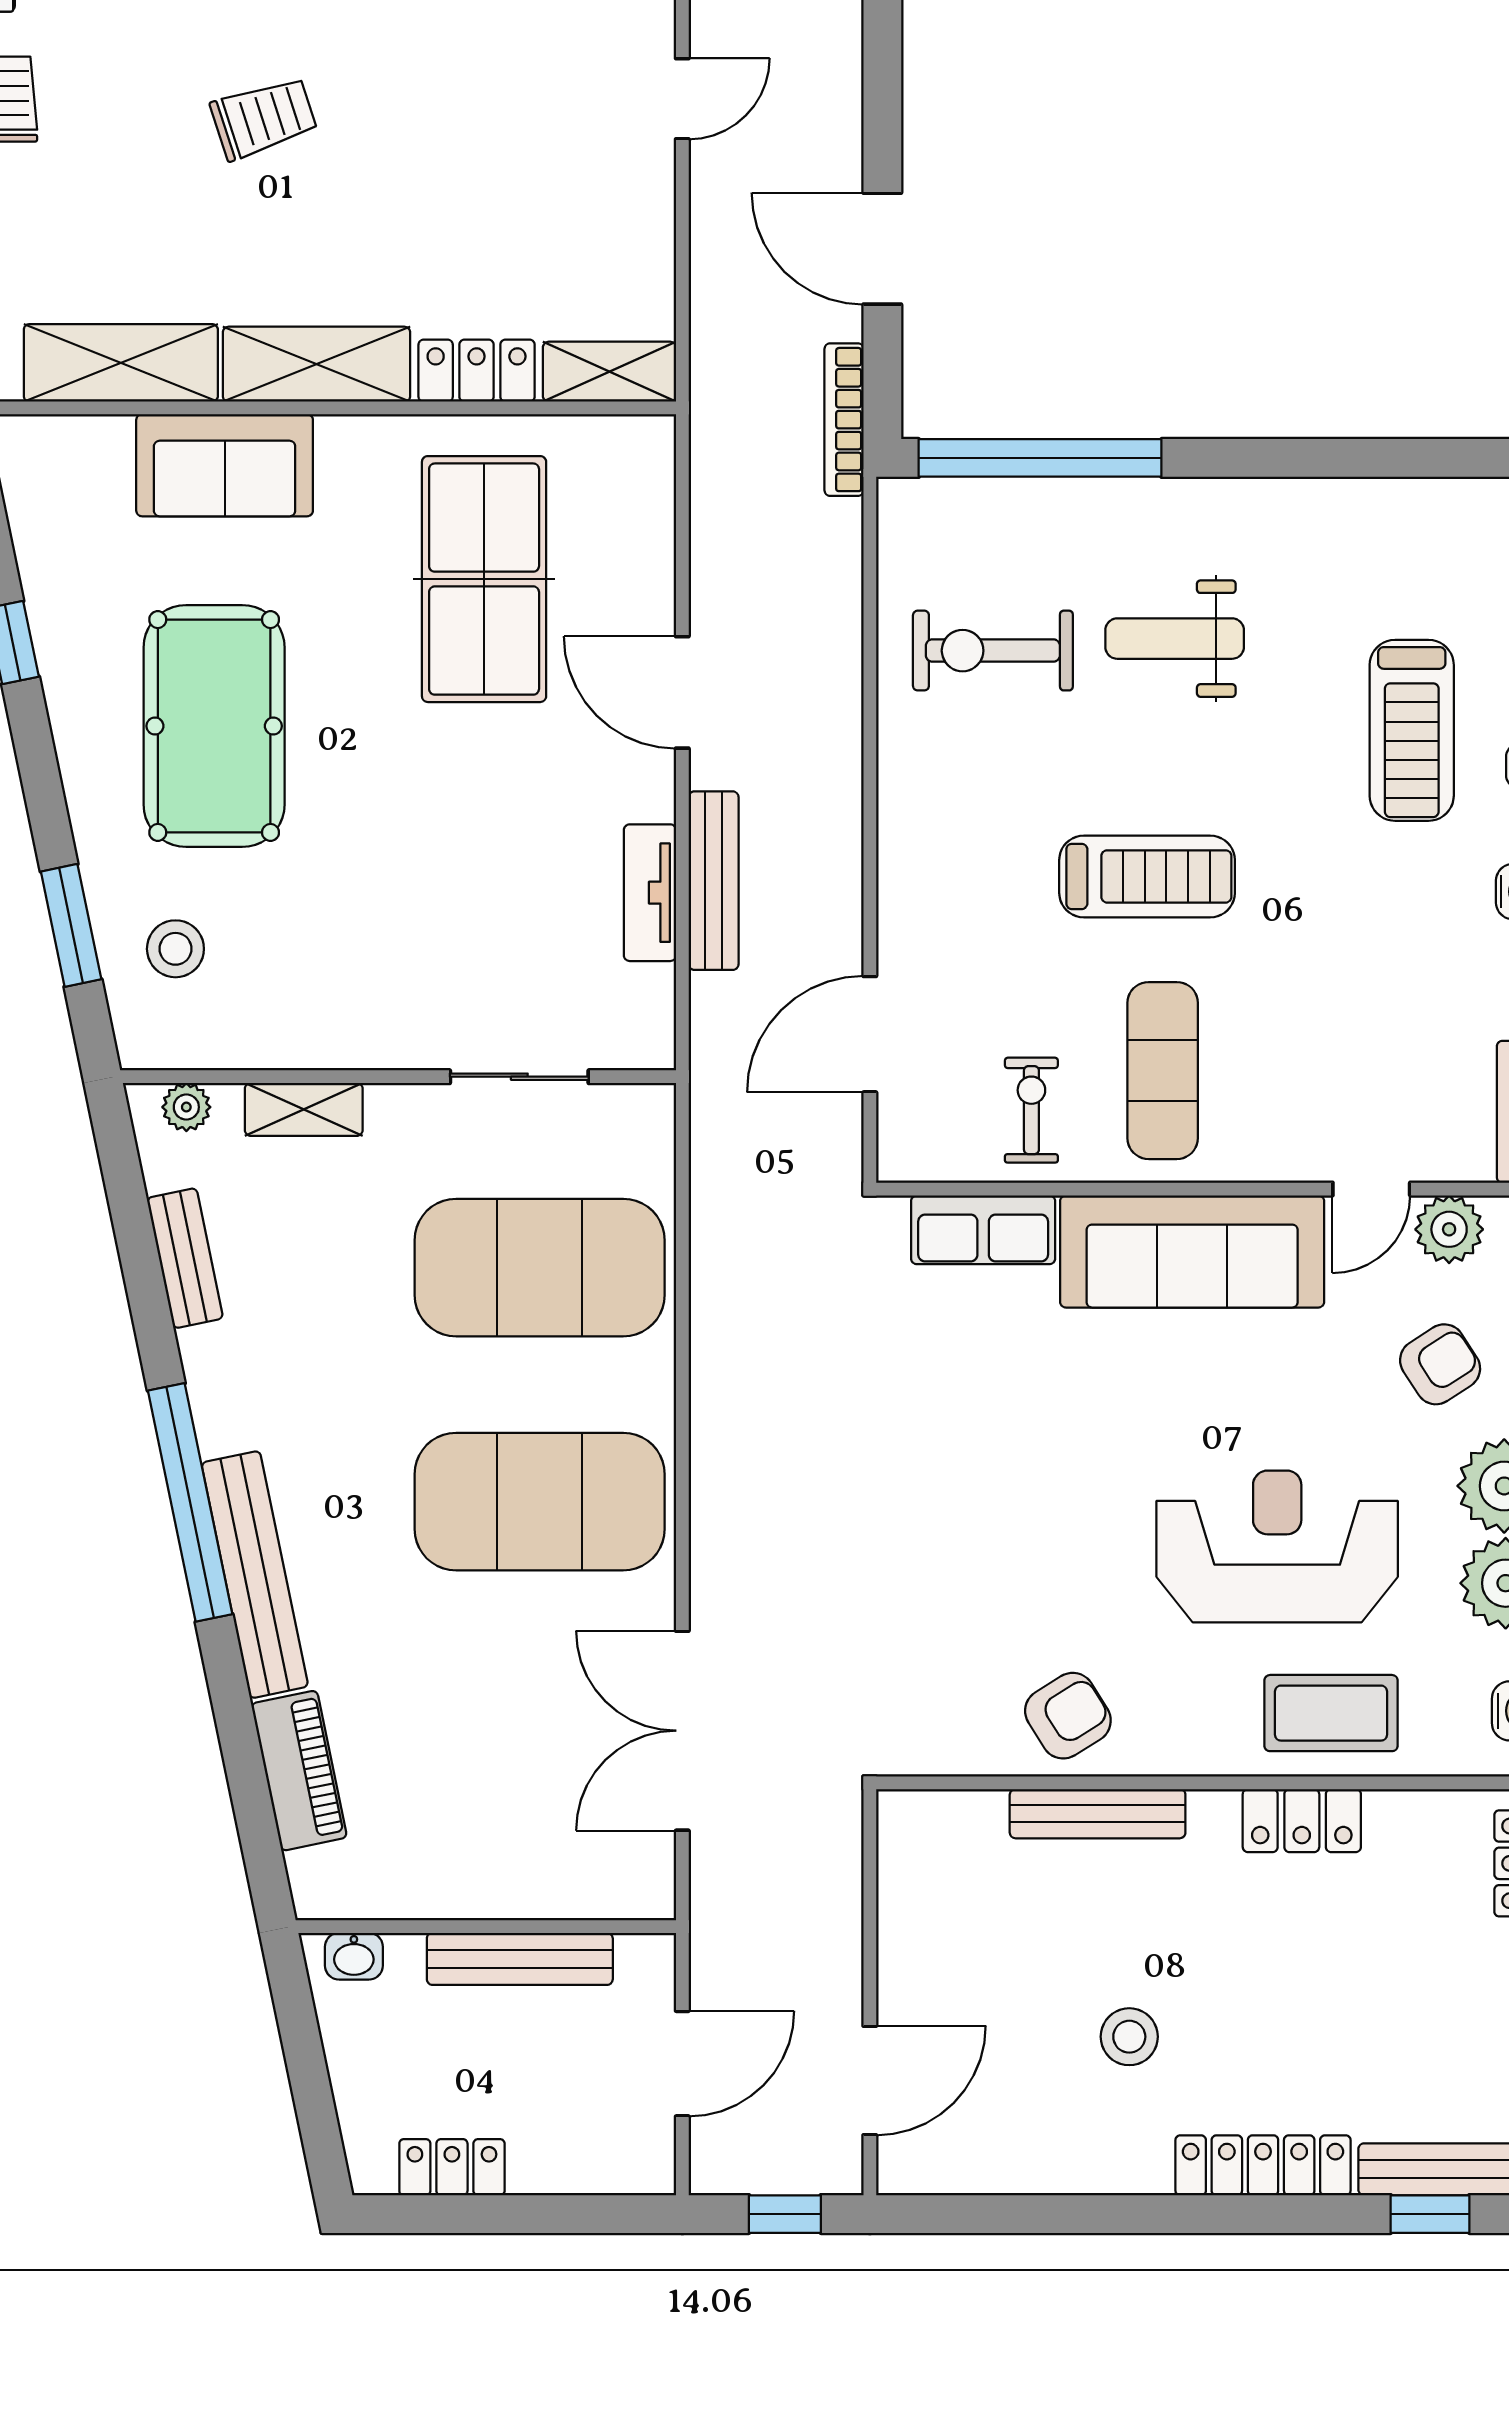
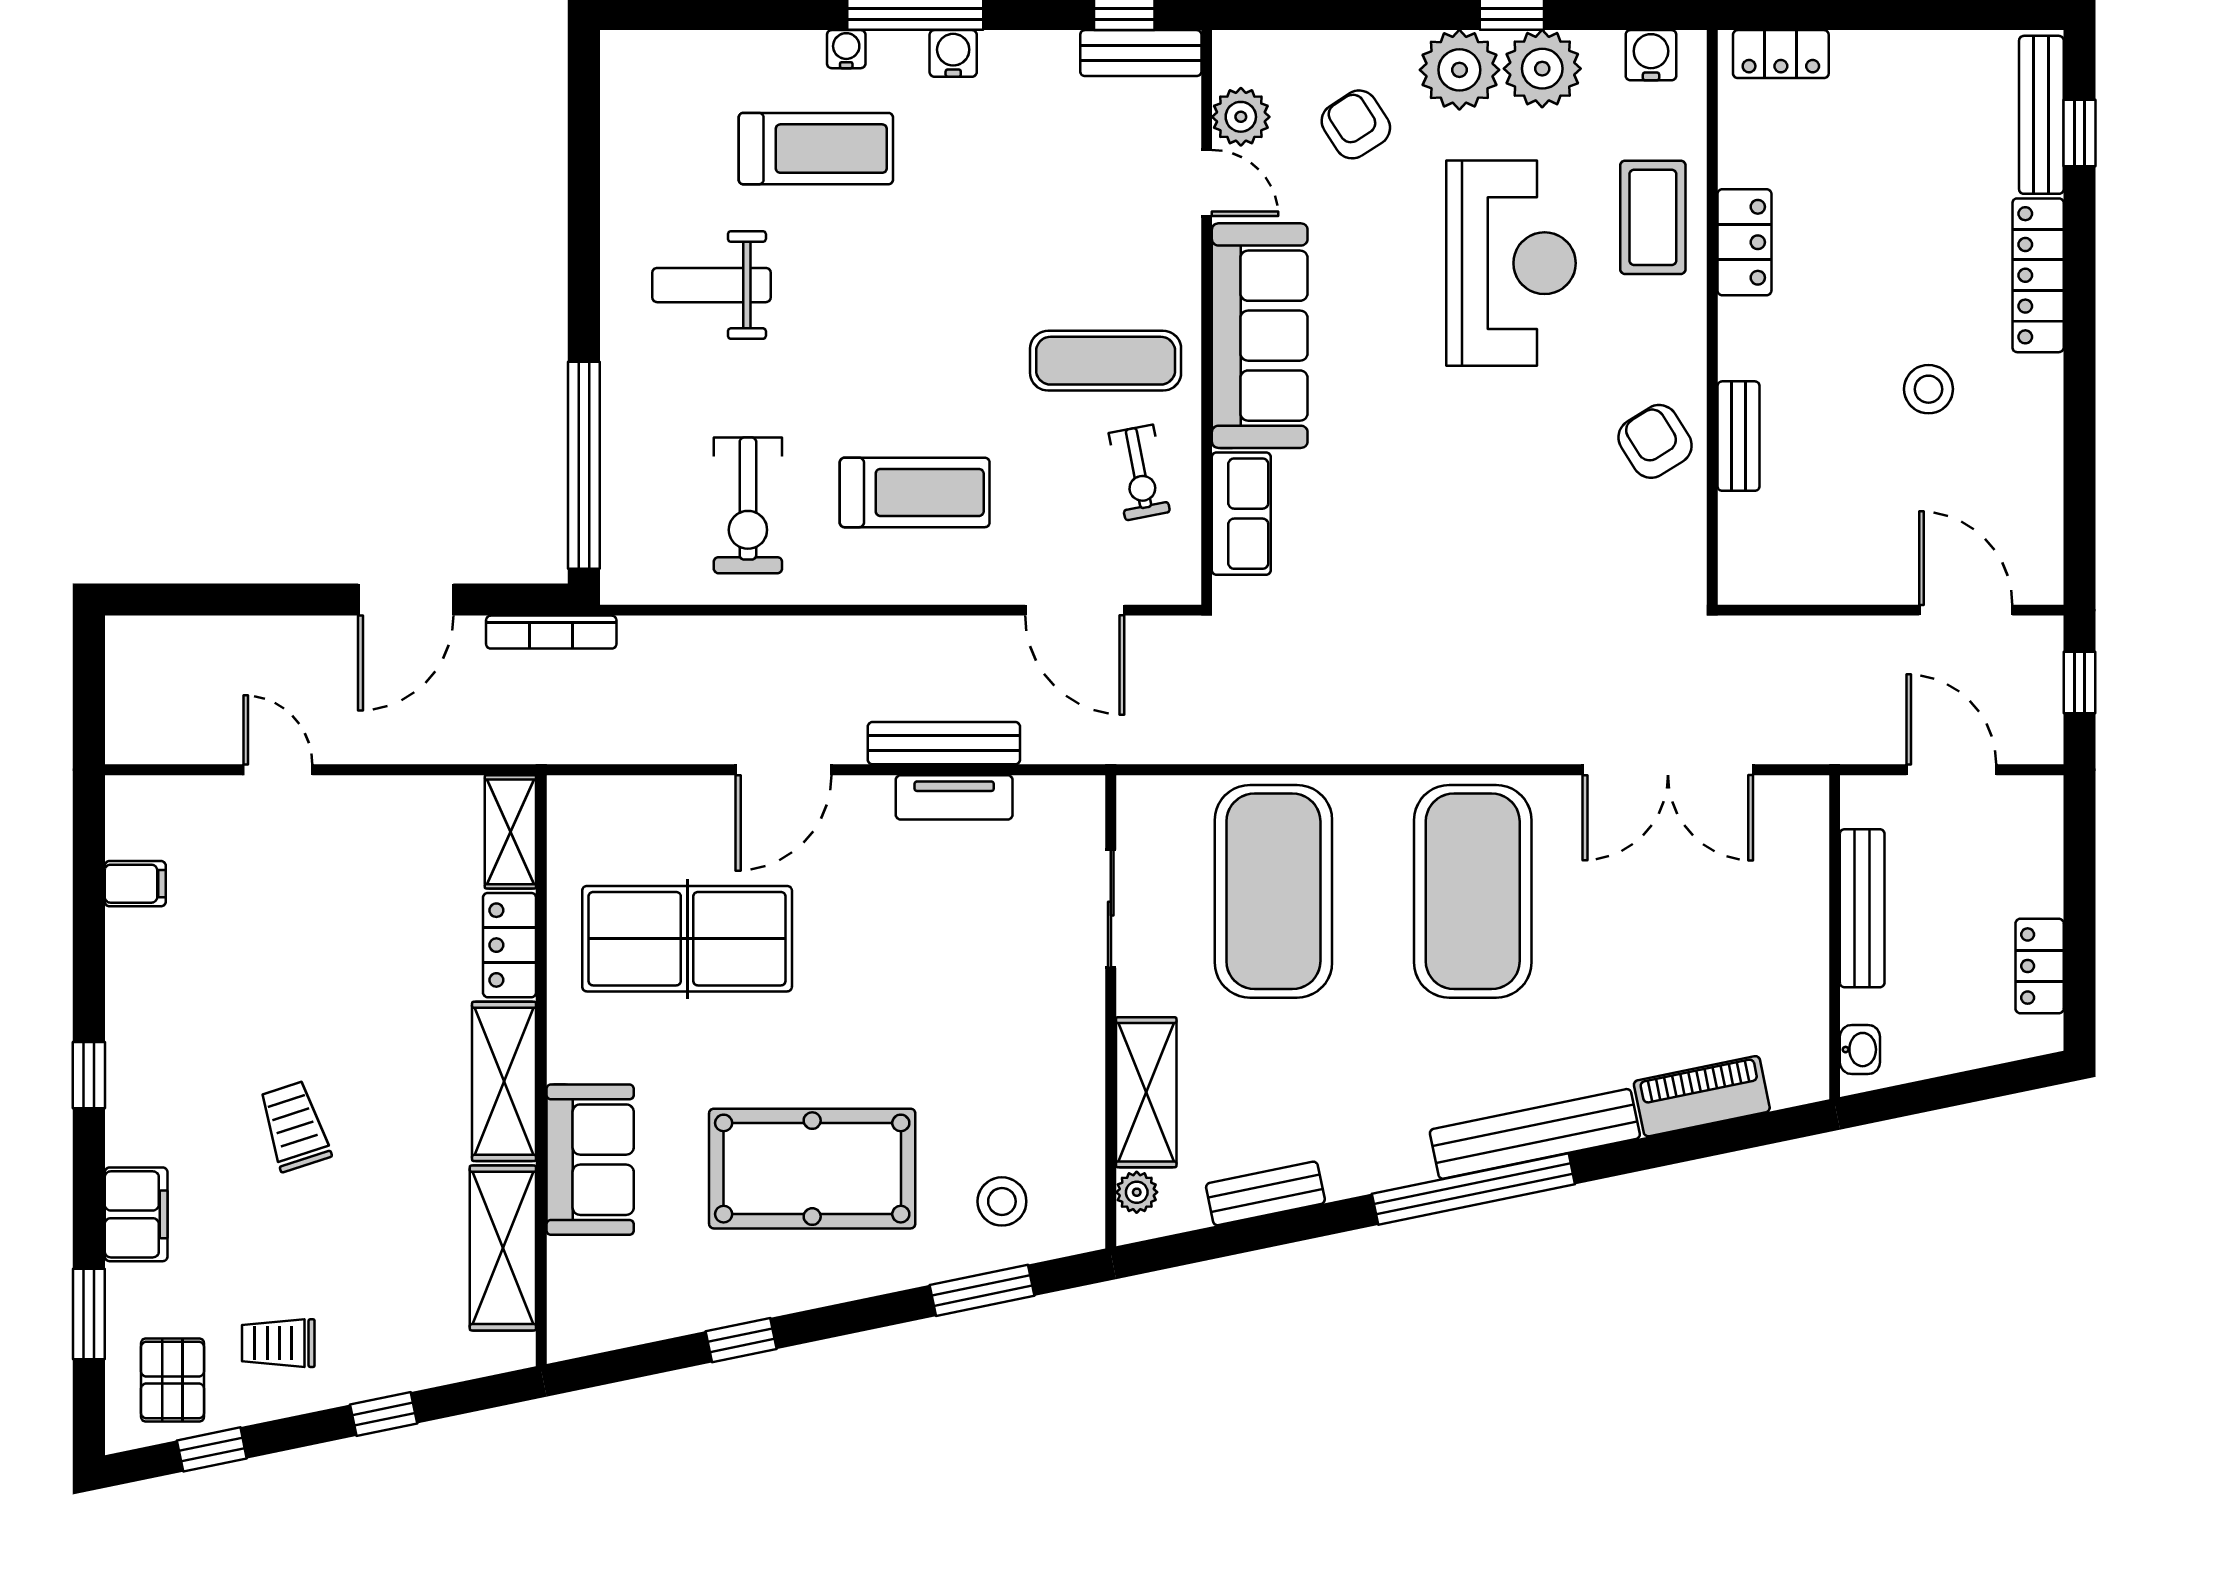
weight bench: (1175, 639) -> (712, 285), moved, turned 90
treadmill: (1147, 876) -> (915, 492), moved, turned 90
shelving: (304, 1109) -> (1146, 1092), width x1.50, depth x1.33
exercise bike: (1031, 1110) -> (1139, 473), turned -101
reception desk: (1277, 1546) -> (1511, 263), turned 180
bench: (1098, 1814) -> (1739, 436), width x0.73

